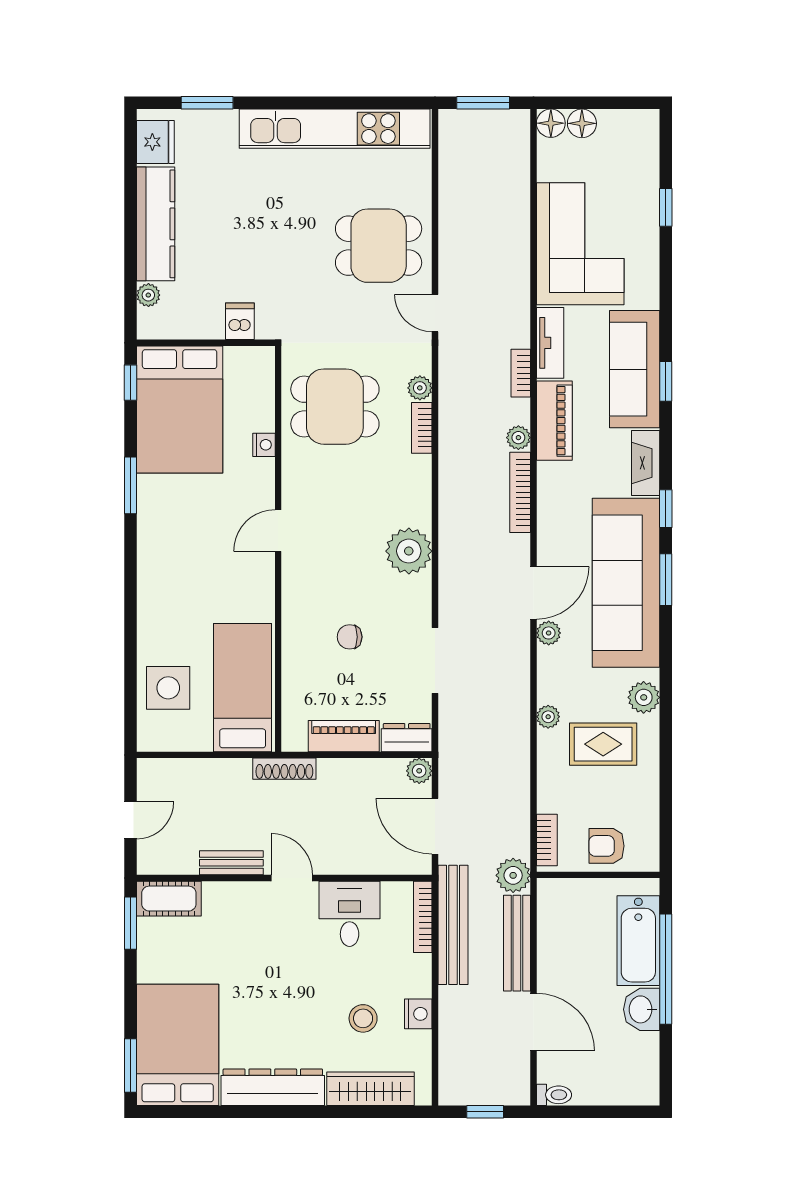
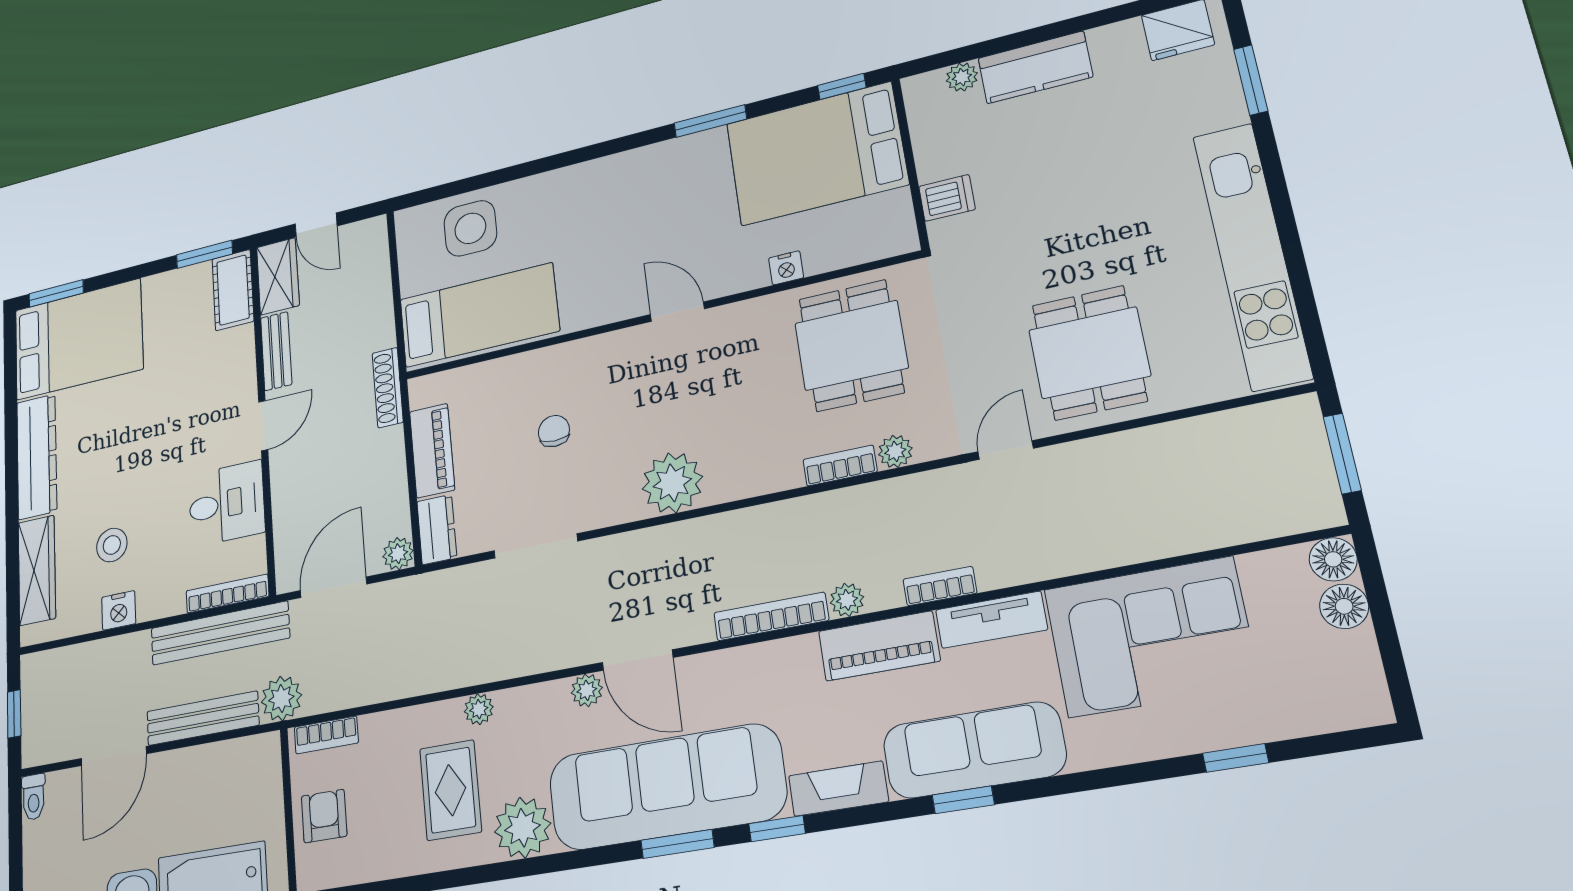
kitchen counter: (156, 224) -> (1035, 67), width x0.67
plant: (644, 697) -> (523, 828), width x1.36, depth x1.36
wardrobe: (167, 857) -> (278, 276), added

